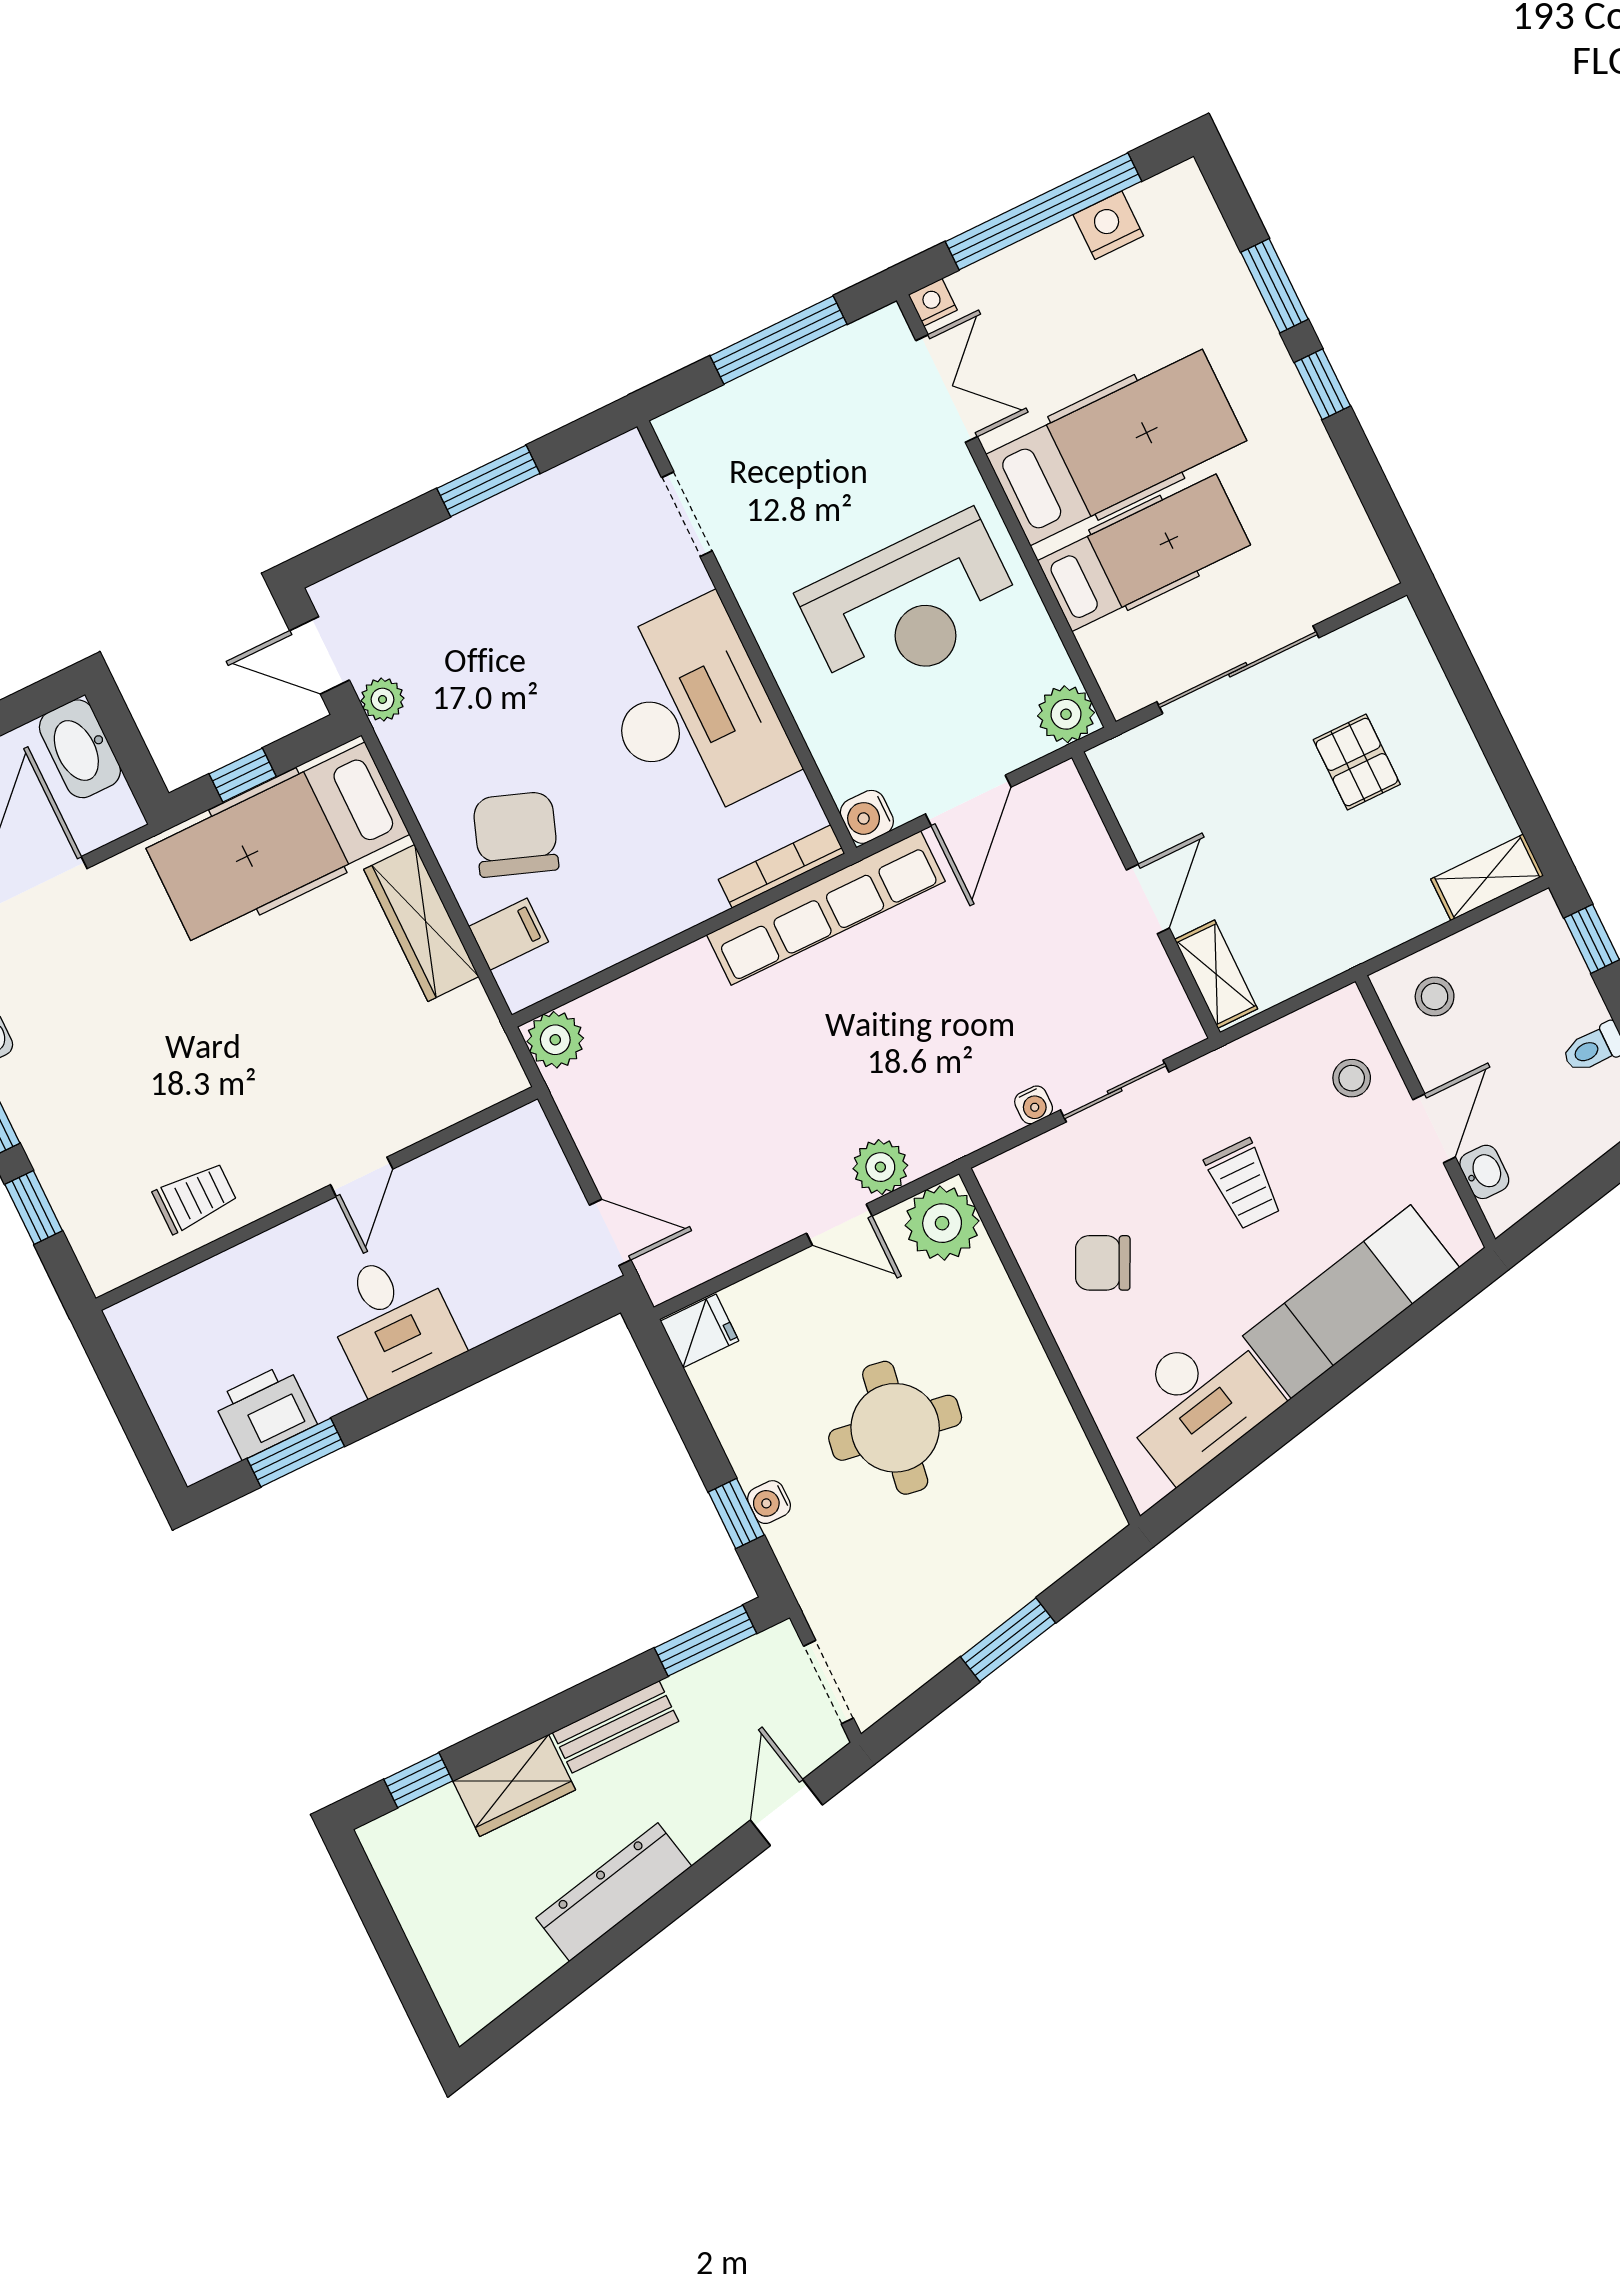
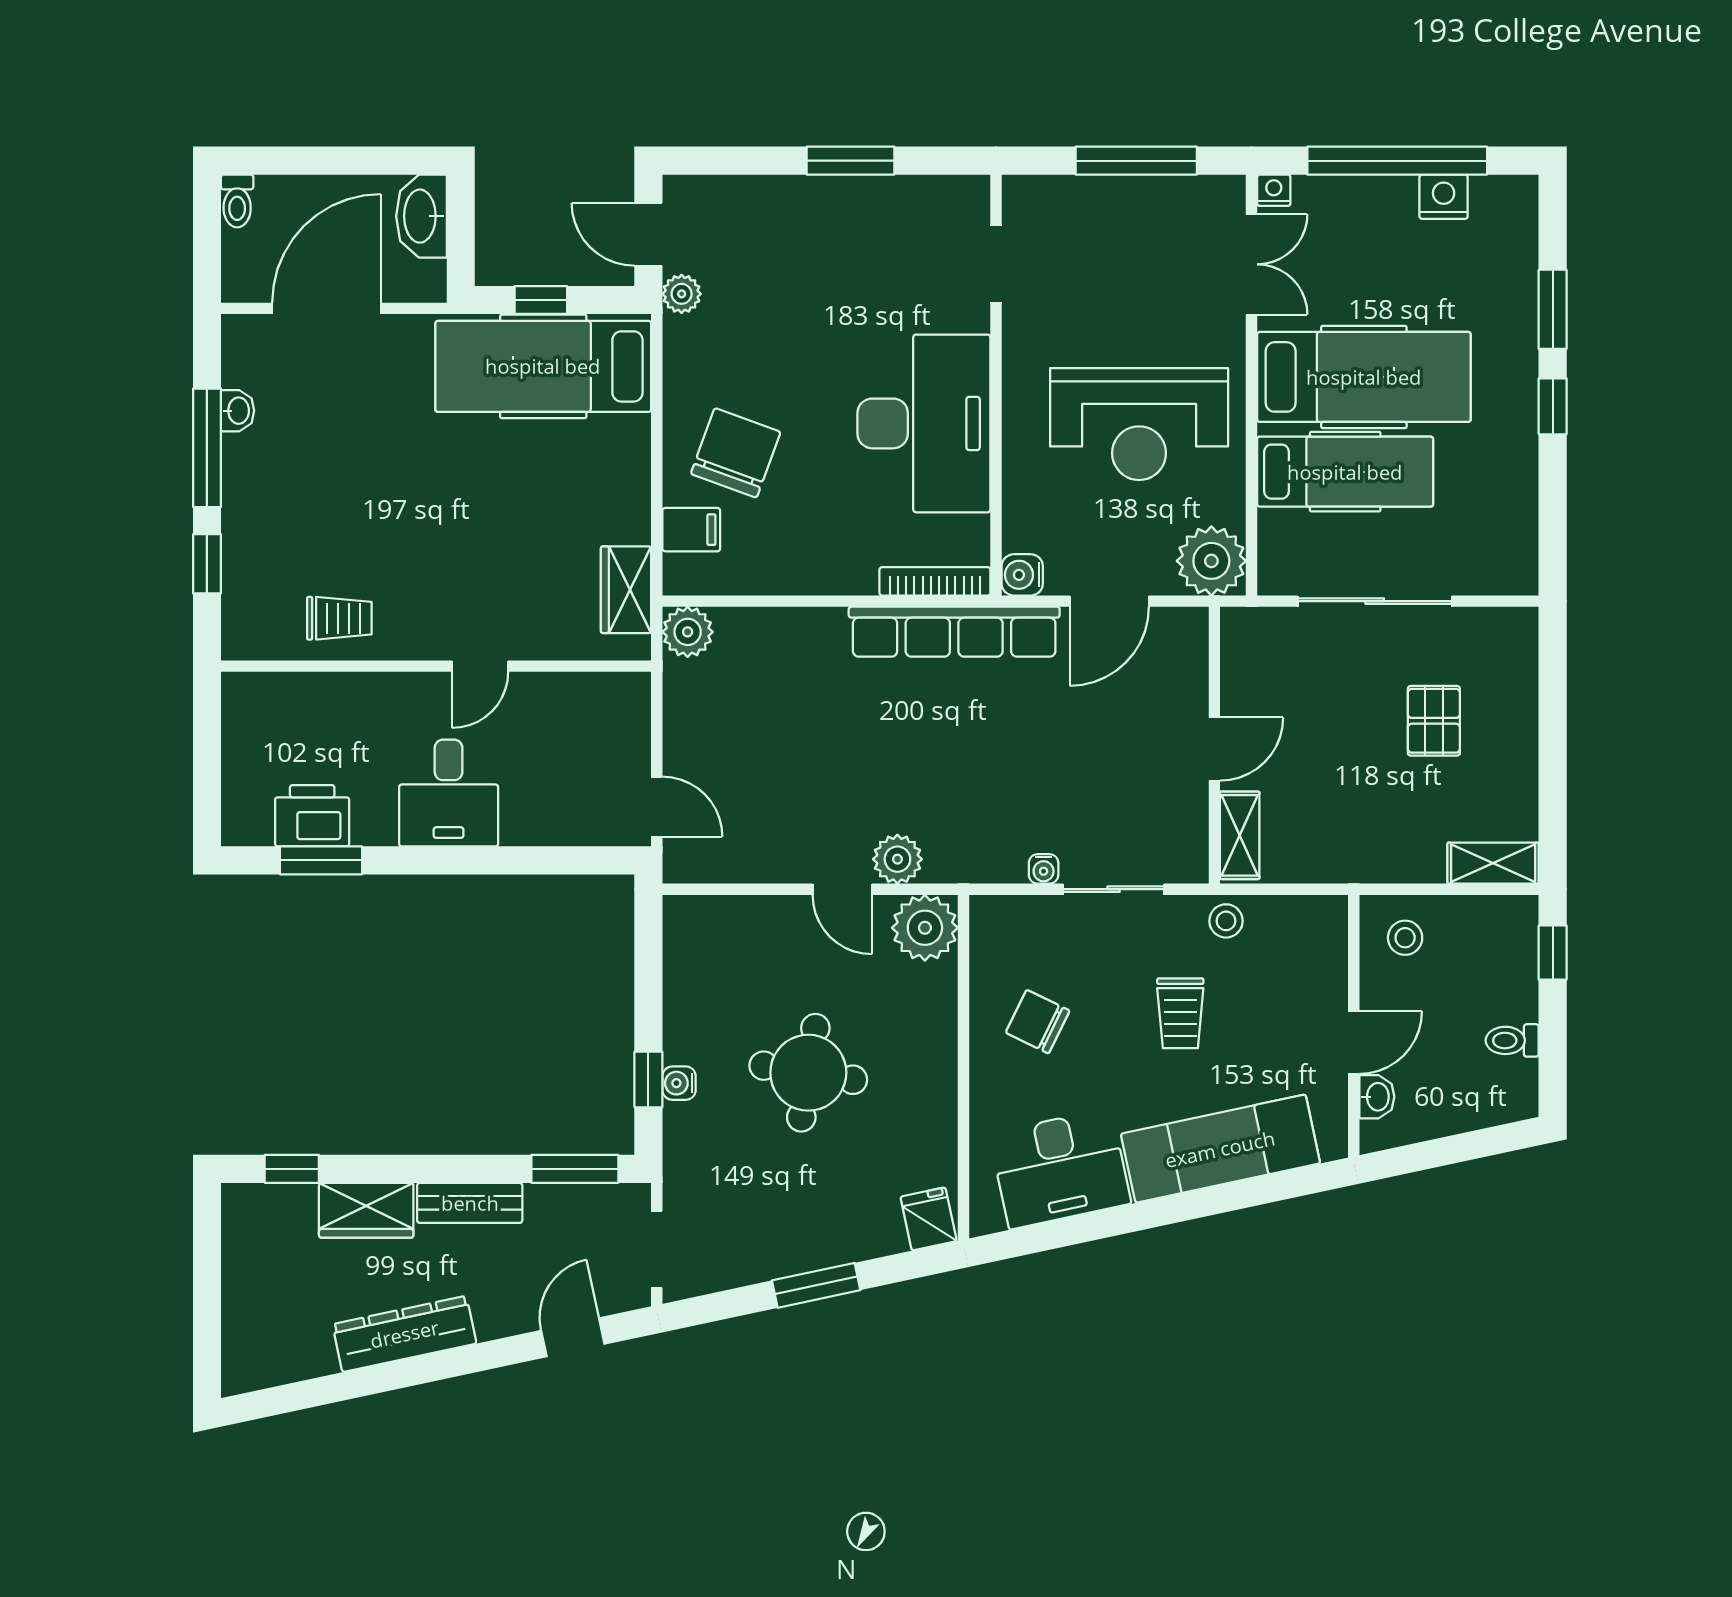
plant: (1066, 714) -> (1211, 561), width x1.36, depth x1.36
wardrobe: (421, 923) -> (626, 590), moved, width x0.67
stool: (1352, 1078) -> (1226, 921), moved
fridge: (700, 1331) -> (929, 1219), moved, turned -102

